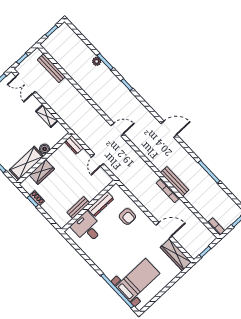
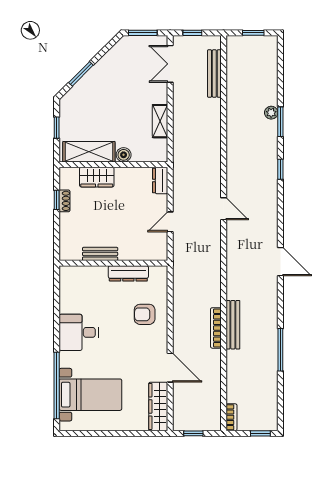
armchair: (127, 217) -> (145, 314), turned 90
desk: (87, 228) -> (79, 332), moved, turned -90

